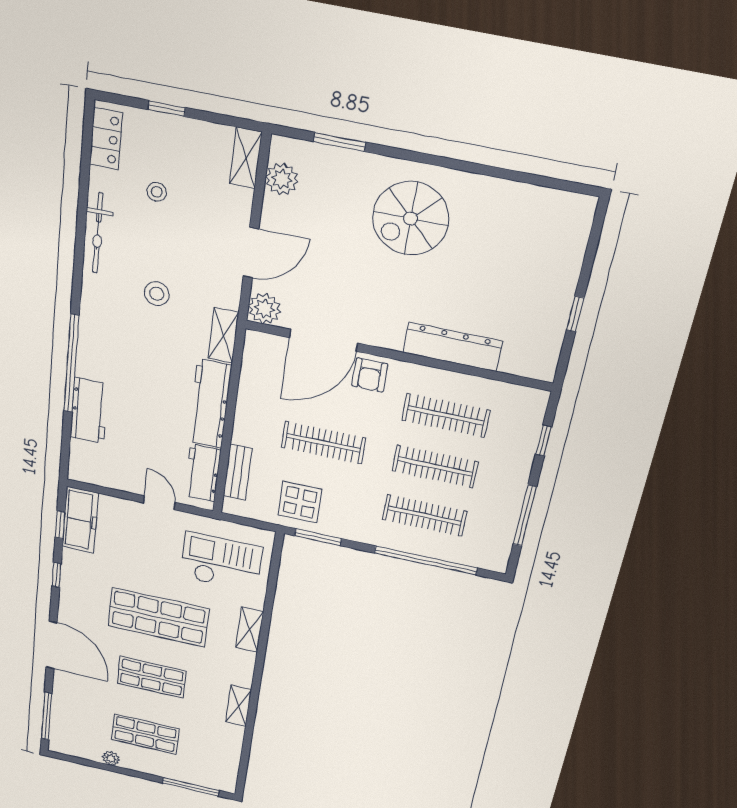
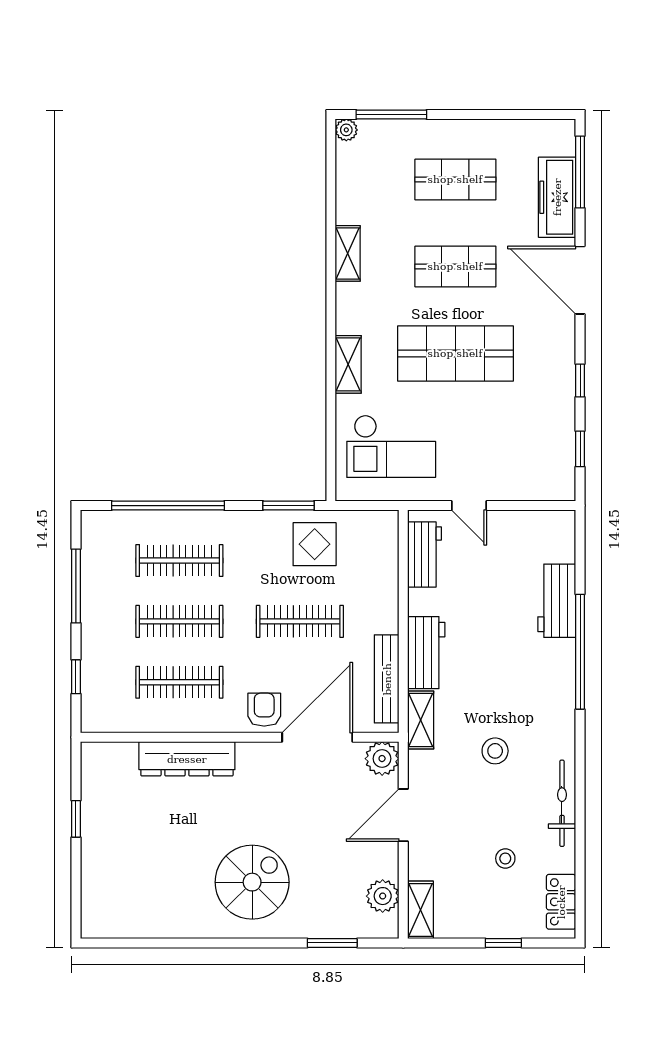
workbench: (210, 404) -> (426, 653), width x0.73
bench: (238, 472) -> (387, 679), moved, width x1.36
freezer: (80, 520) -> (557, 197), moved
plant: (111, 758) -> (346, 130), moved

